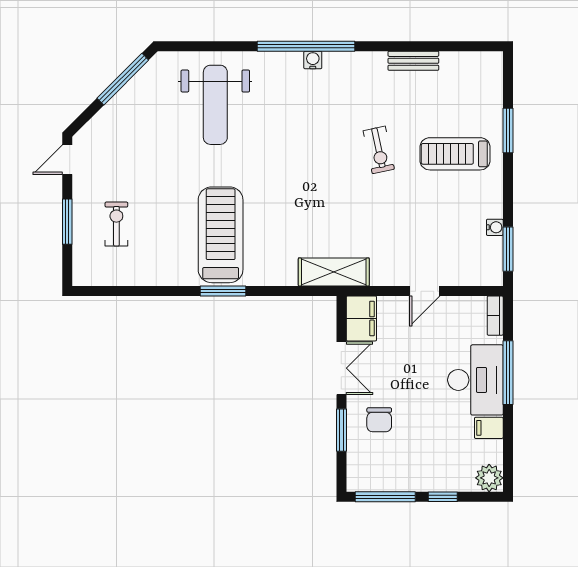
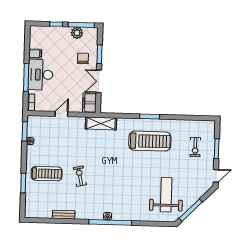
weight bench: (215, 105) -> (166, 195), moved
treadmill: (221, 235) -> (150, 141), turned -90
plant: (489, 478) -> (77, 33), moved

